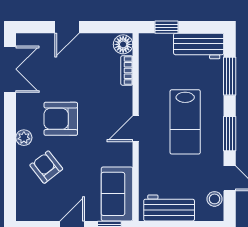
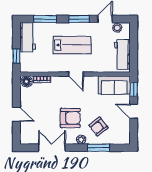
double door: (10, 69) -> (52, 148), moved
armchair: (61, 119) -> (70, 118), turned -90
window: (10, 167) -> (99, 148), added

